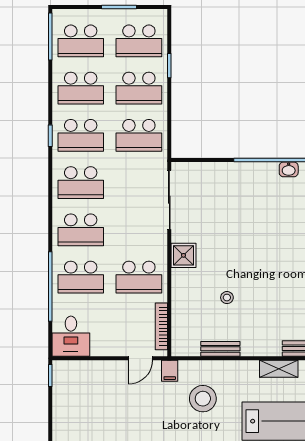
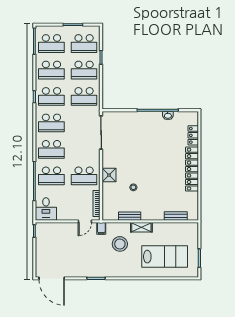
shower: (183, 255) -> (109, 175), moved
shelving: (279, 369) -> (141, 227), moved

